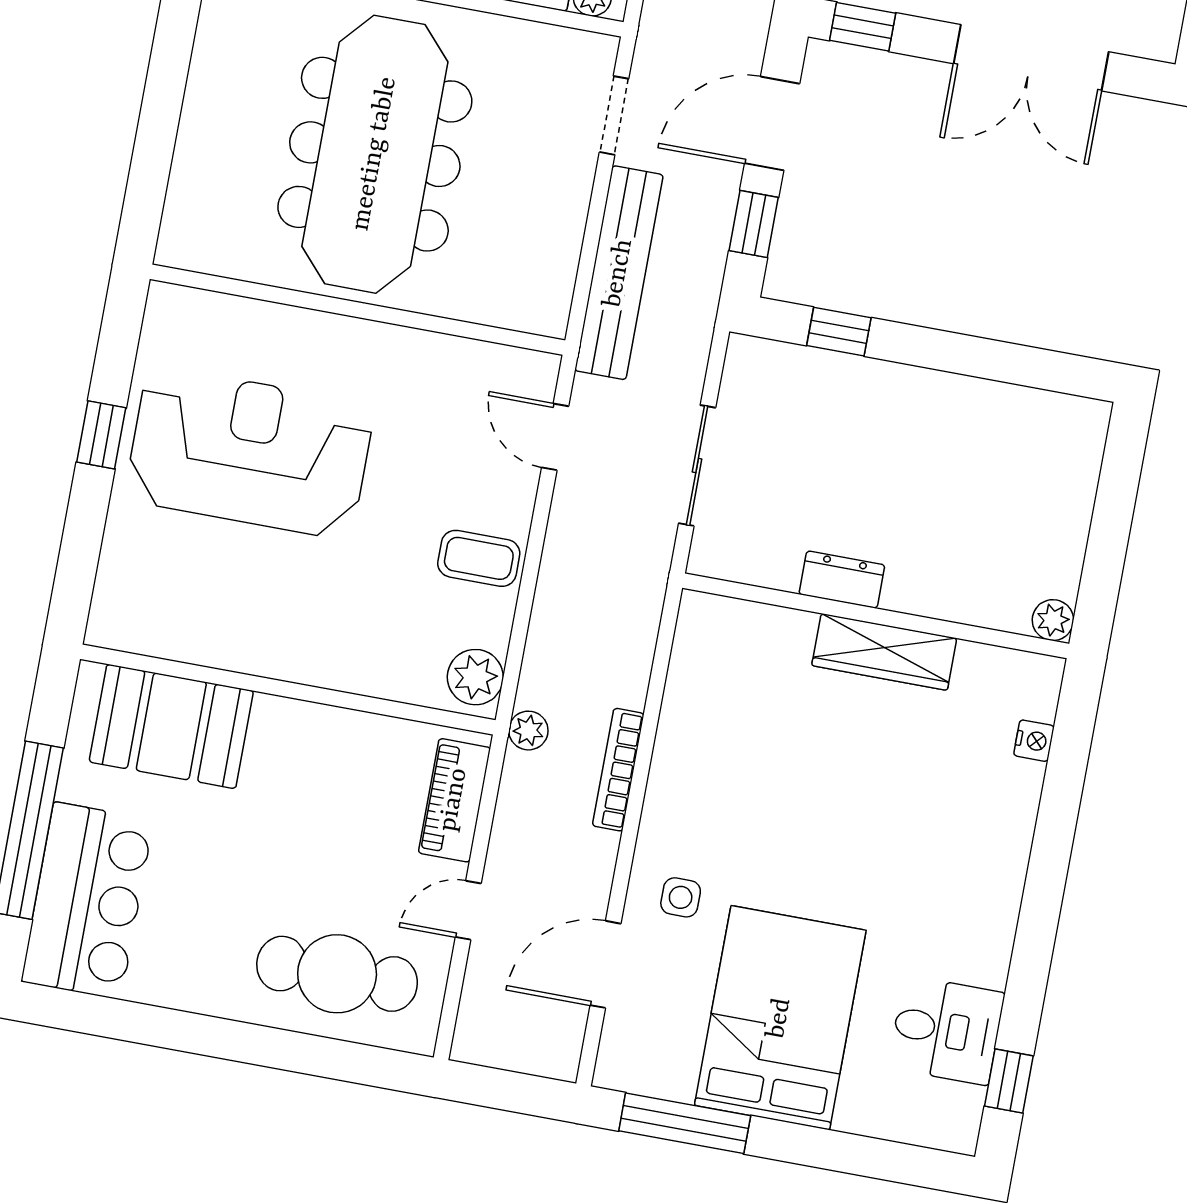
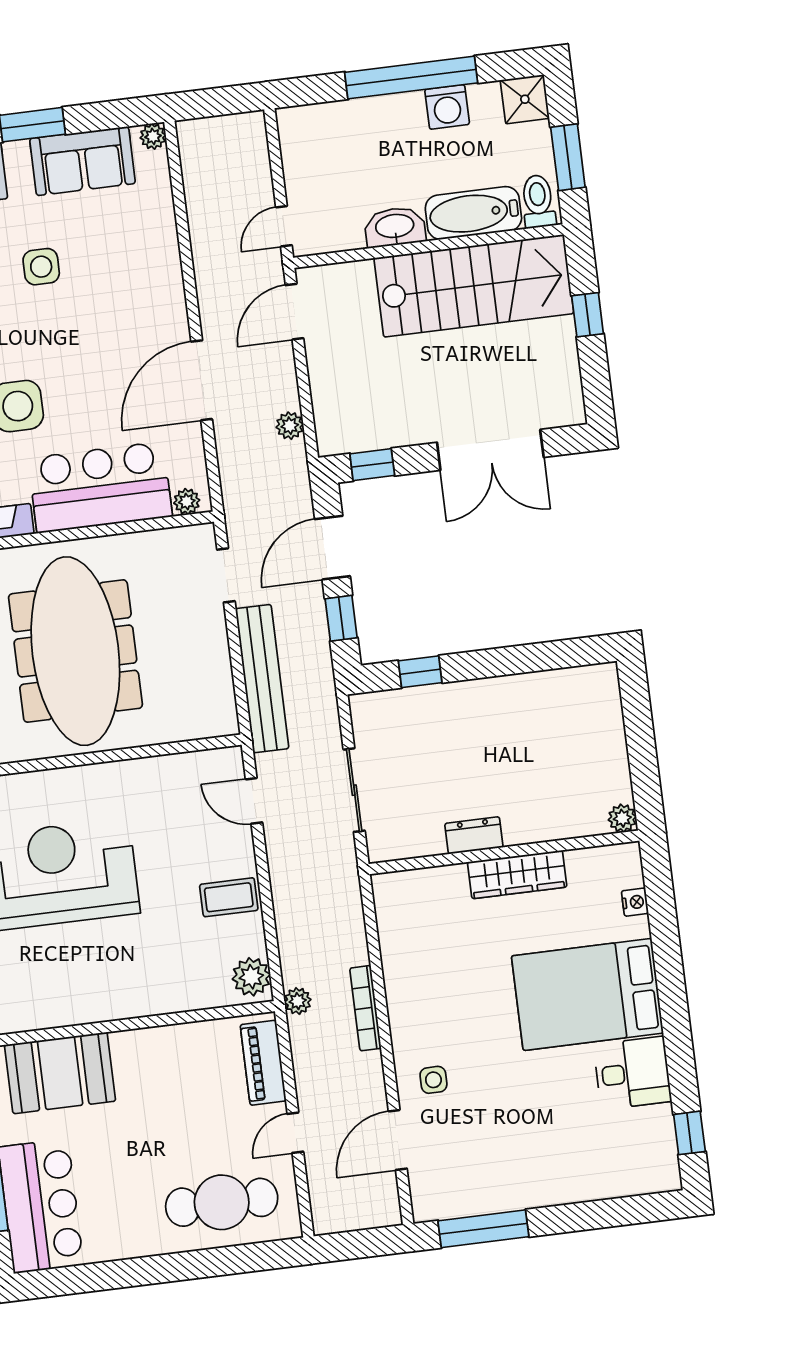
bed: (780, 1018) -> (587, 994), moved, turned -90
desk: (946, 1030) -> (632, 1073), moved

